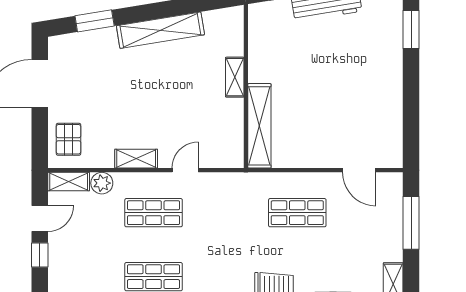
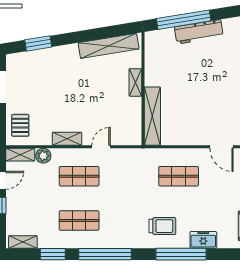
shelving: (160, 30) -> (109, 46), moved

